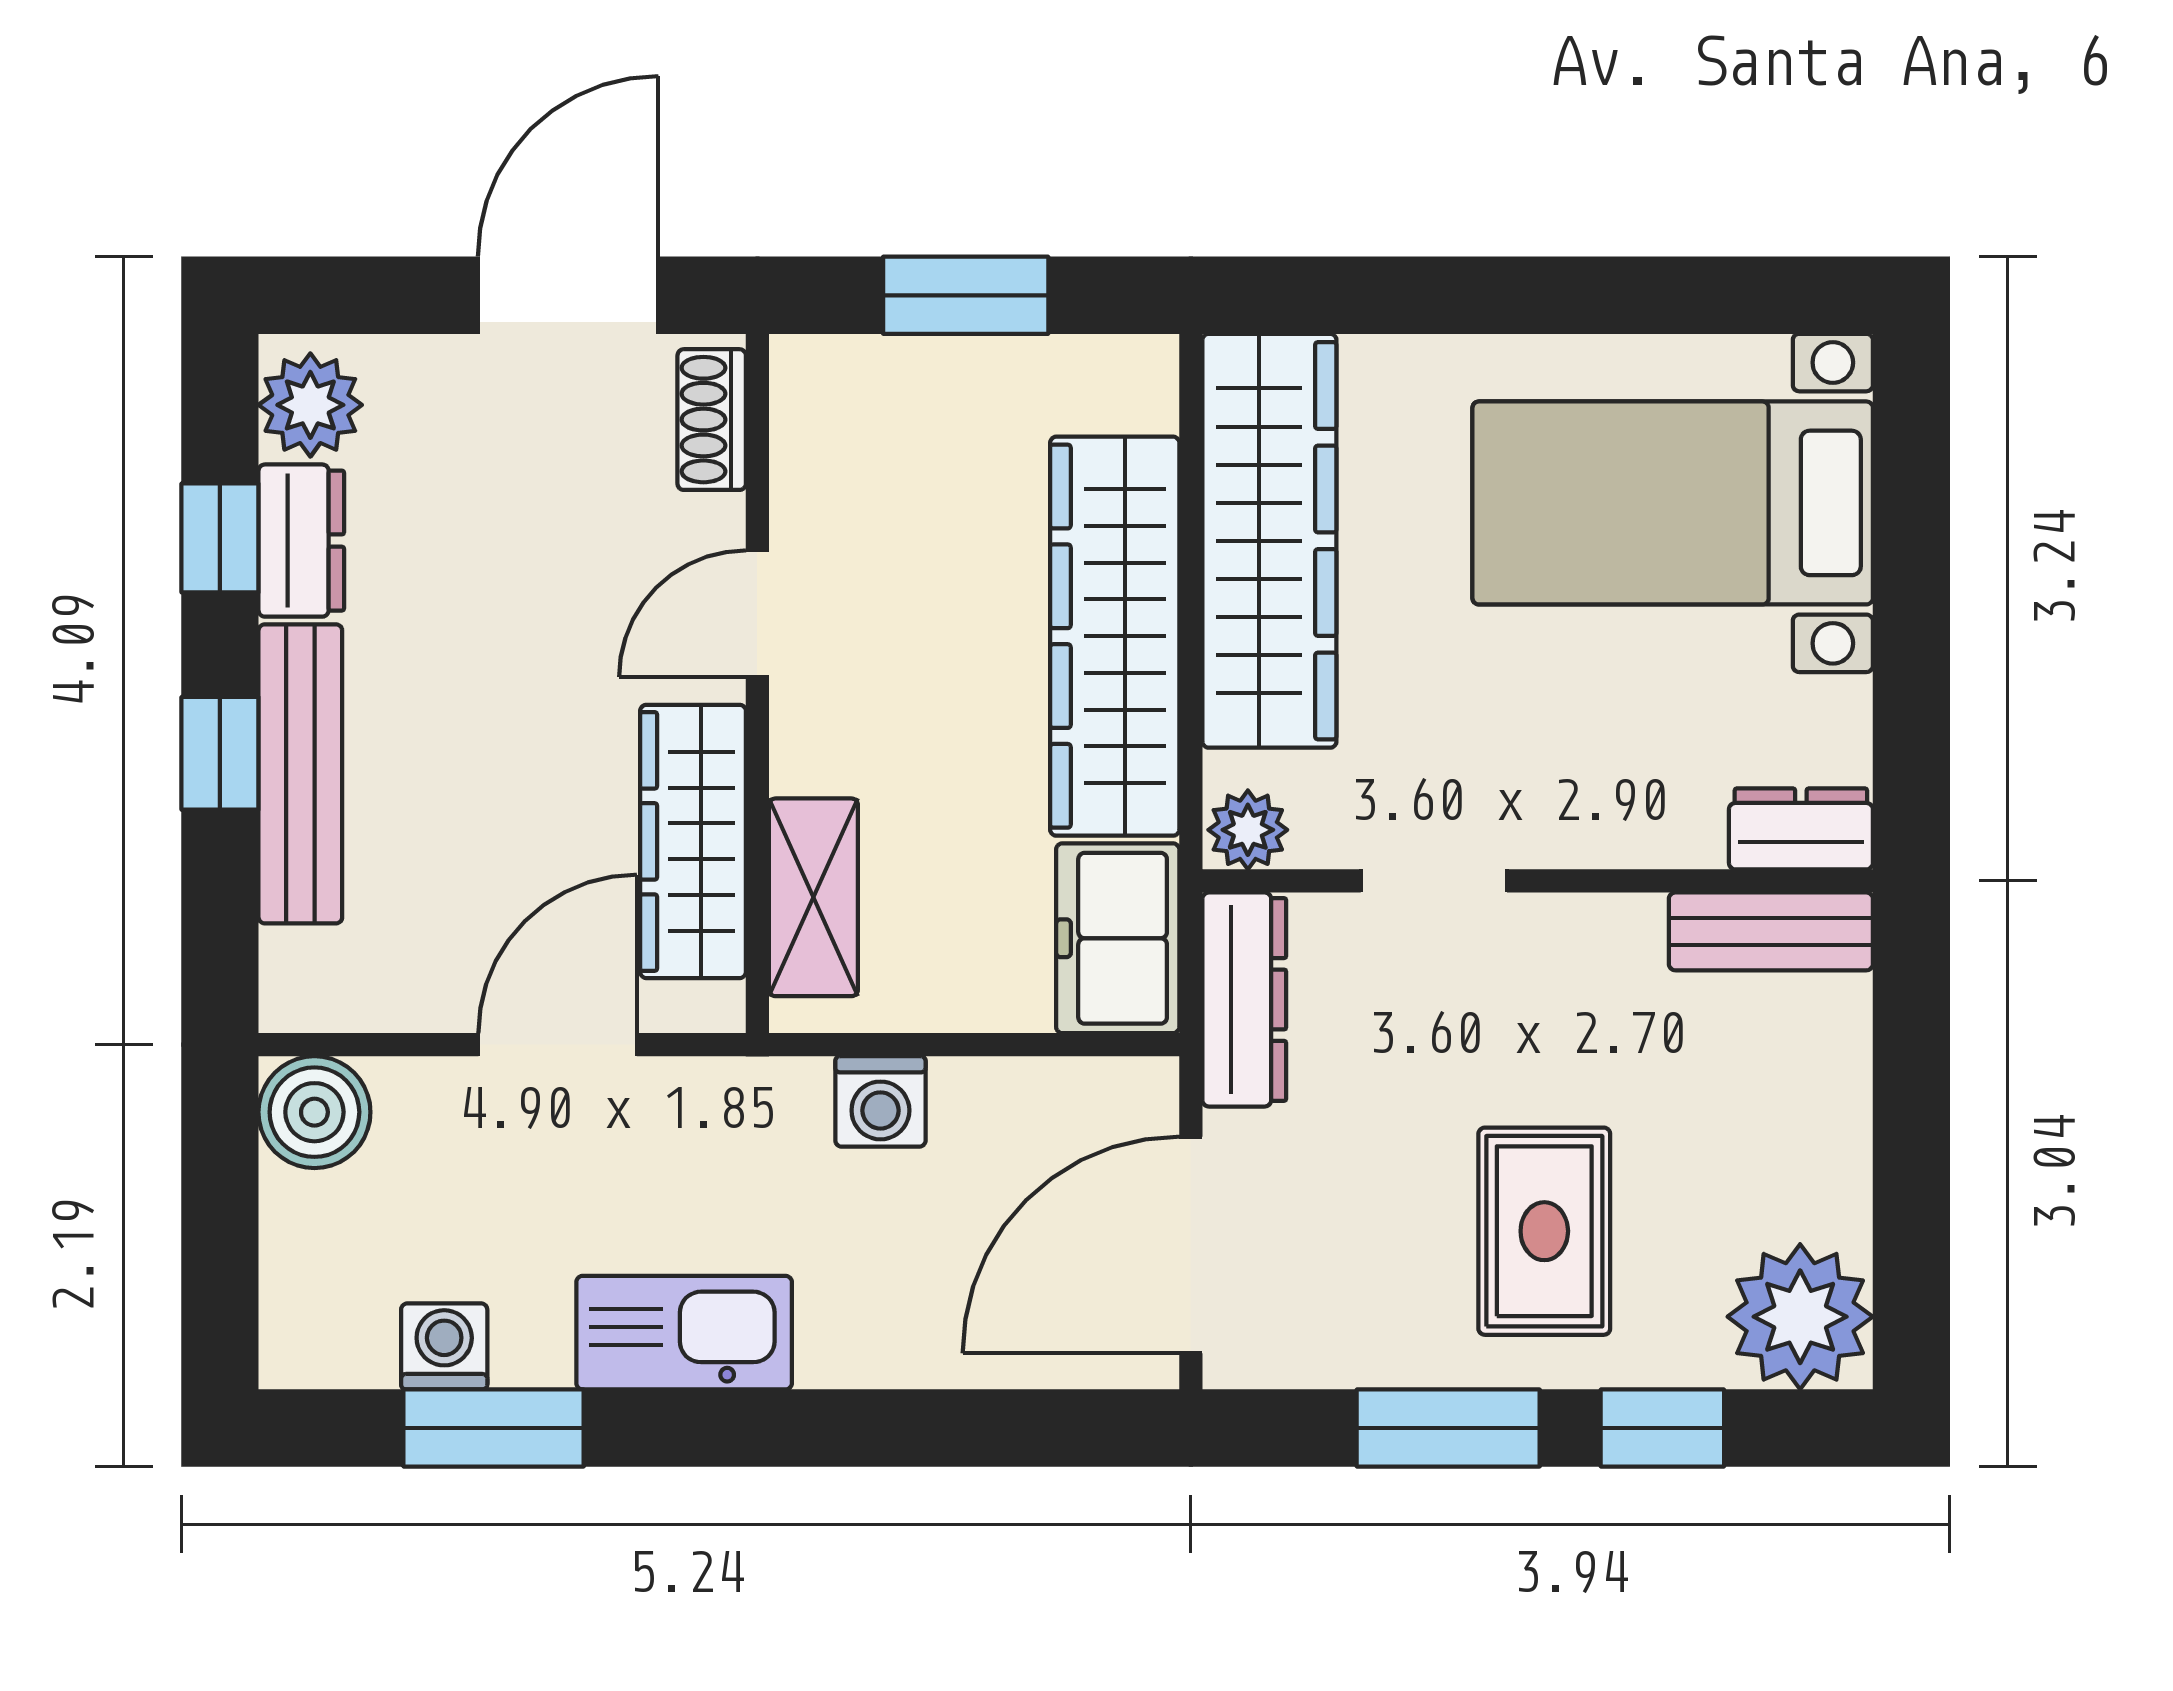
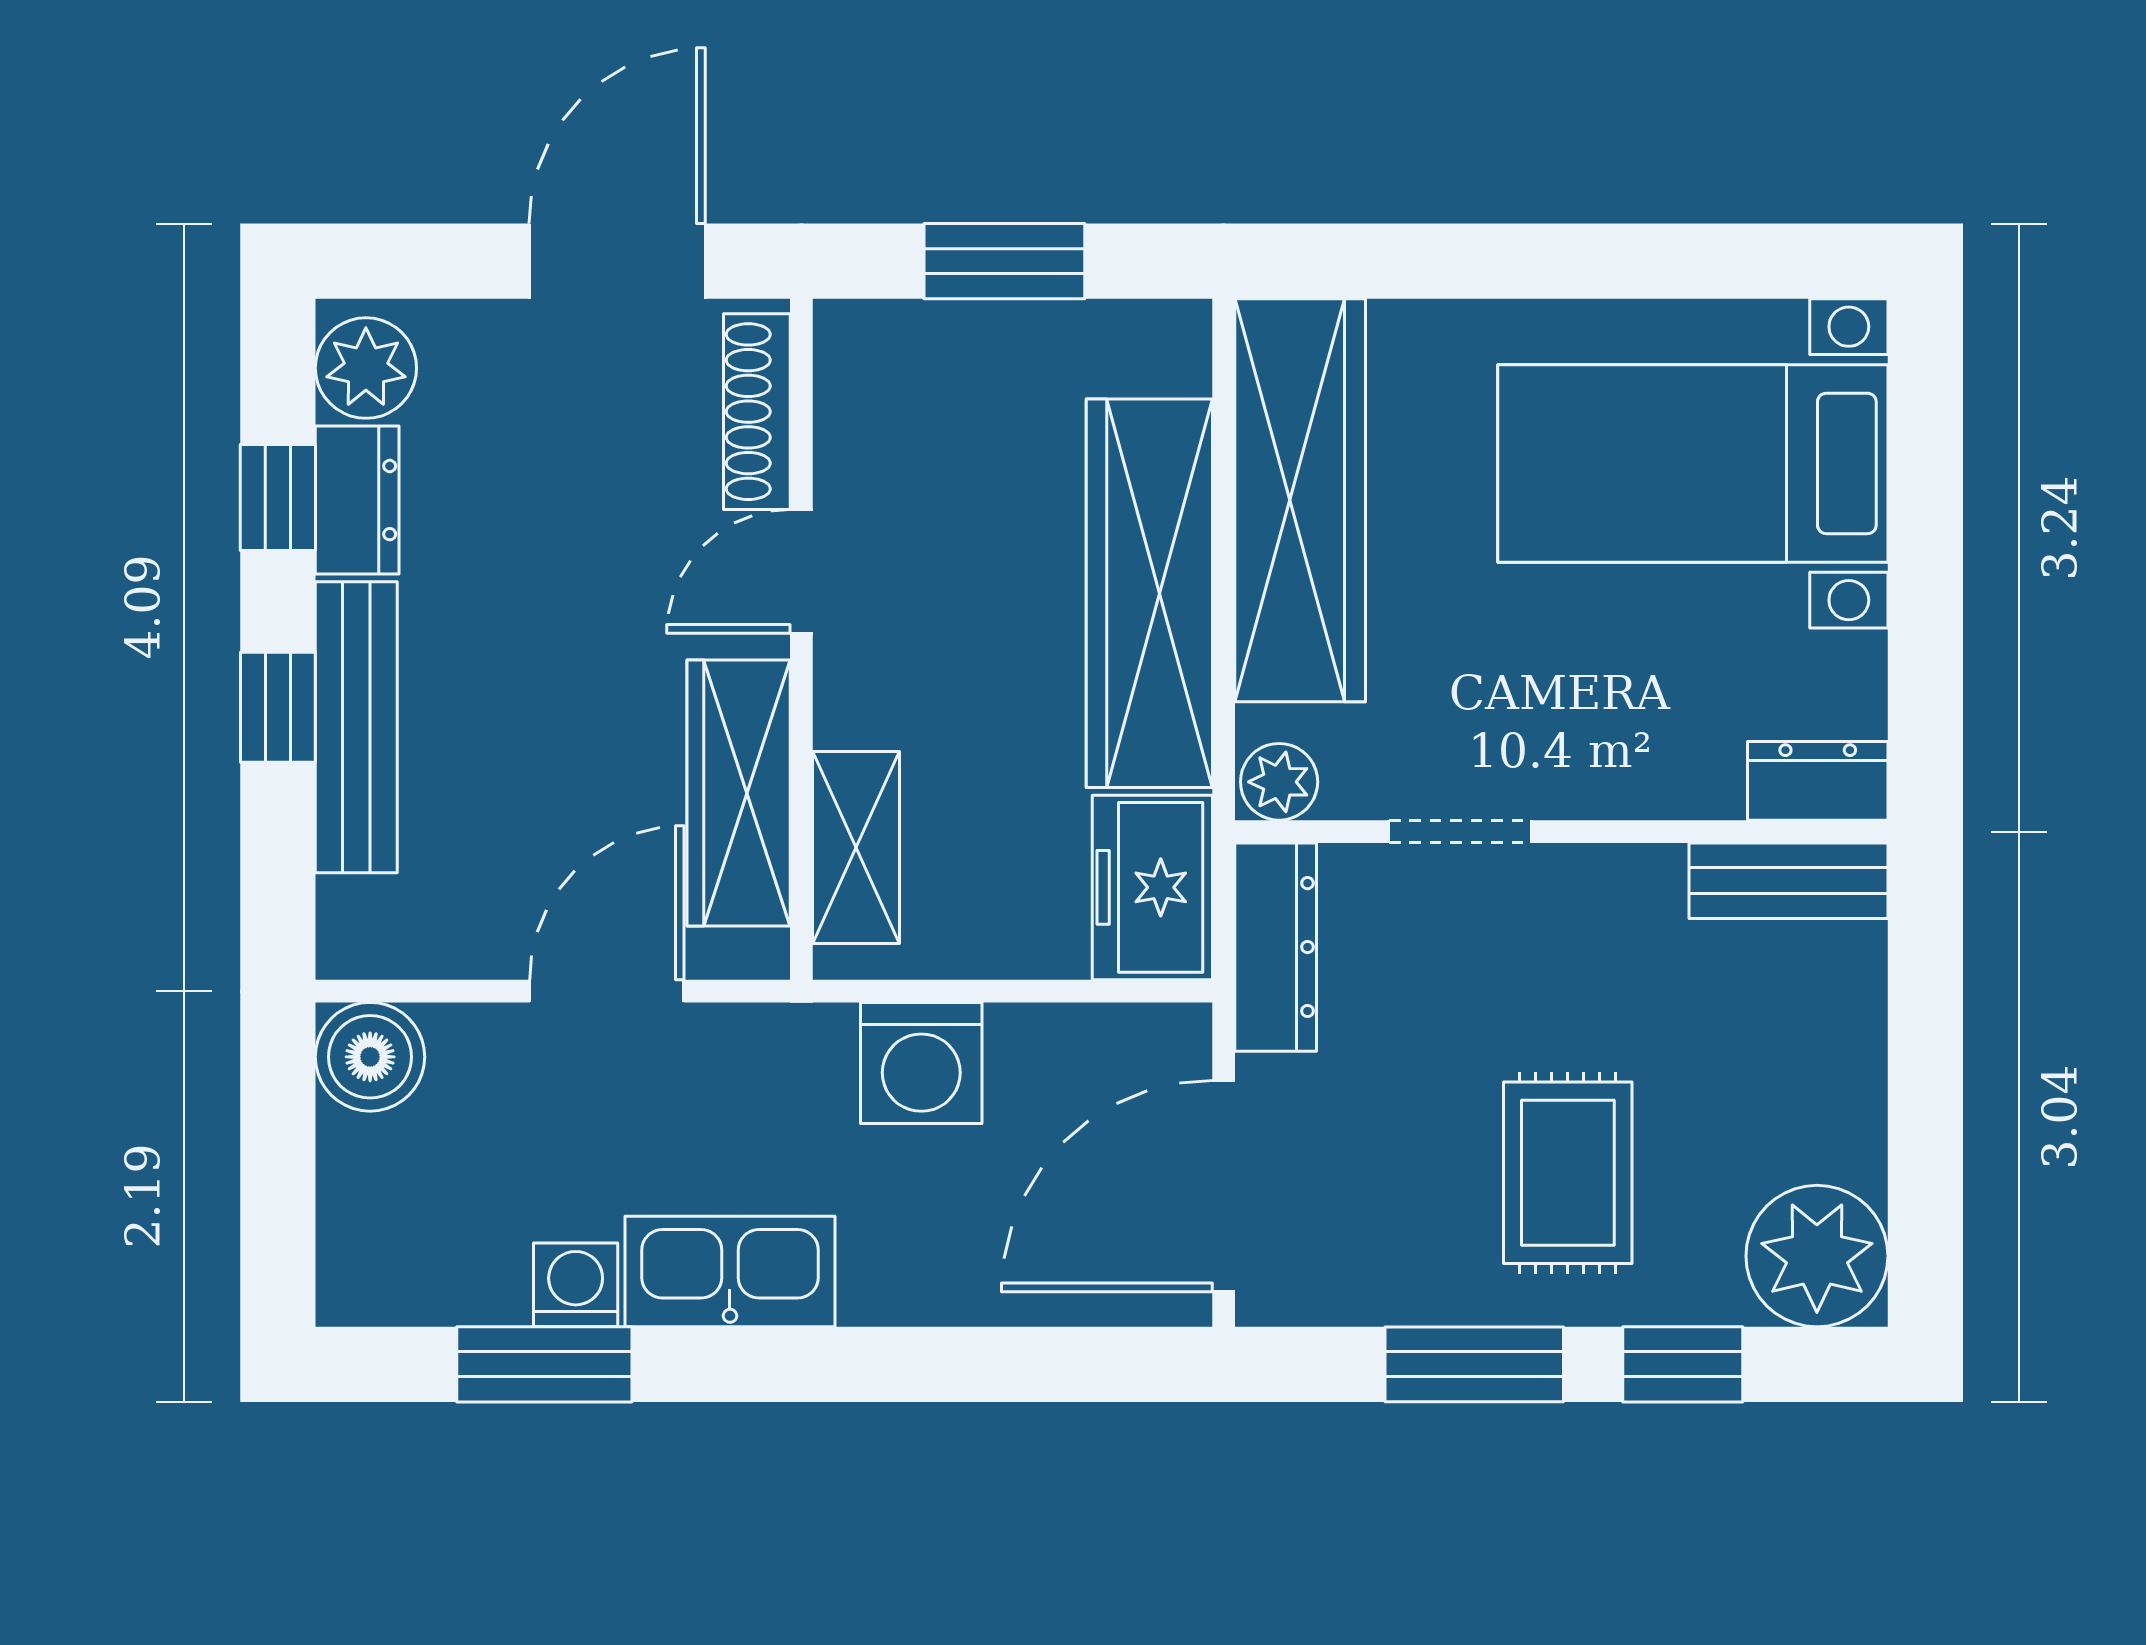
shoe rack: (712, 420) -> (757, 412), width x1.43
washing machine: (880, 1101) -> (921, 1063), width x1.38, depth x1.38
washing machine: (444, 1346) -> (576, 1285), moved

